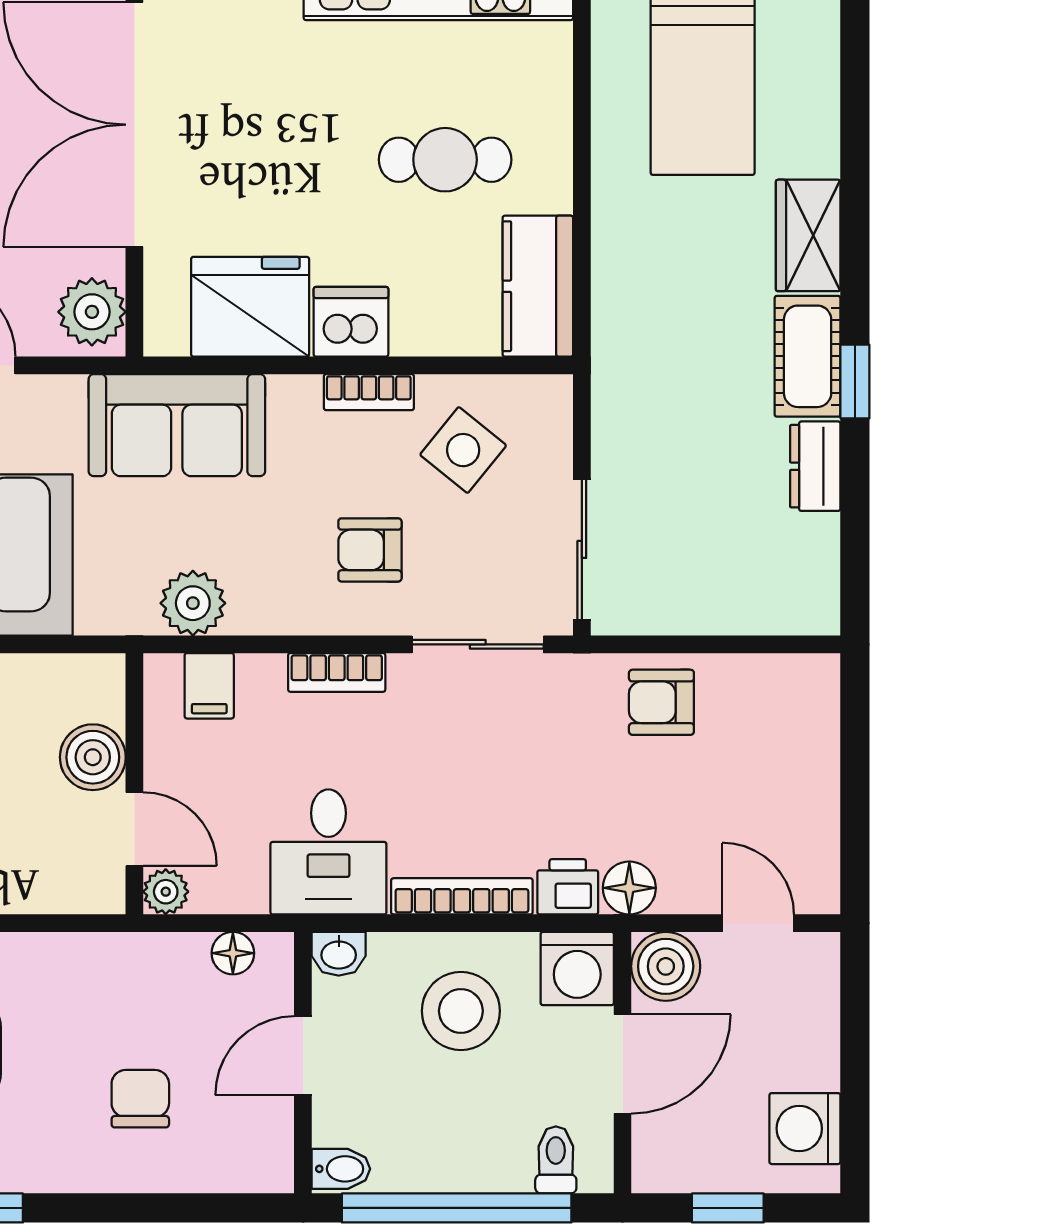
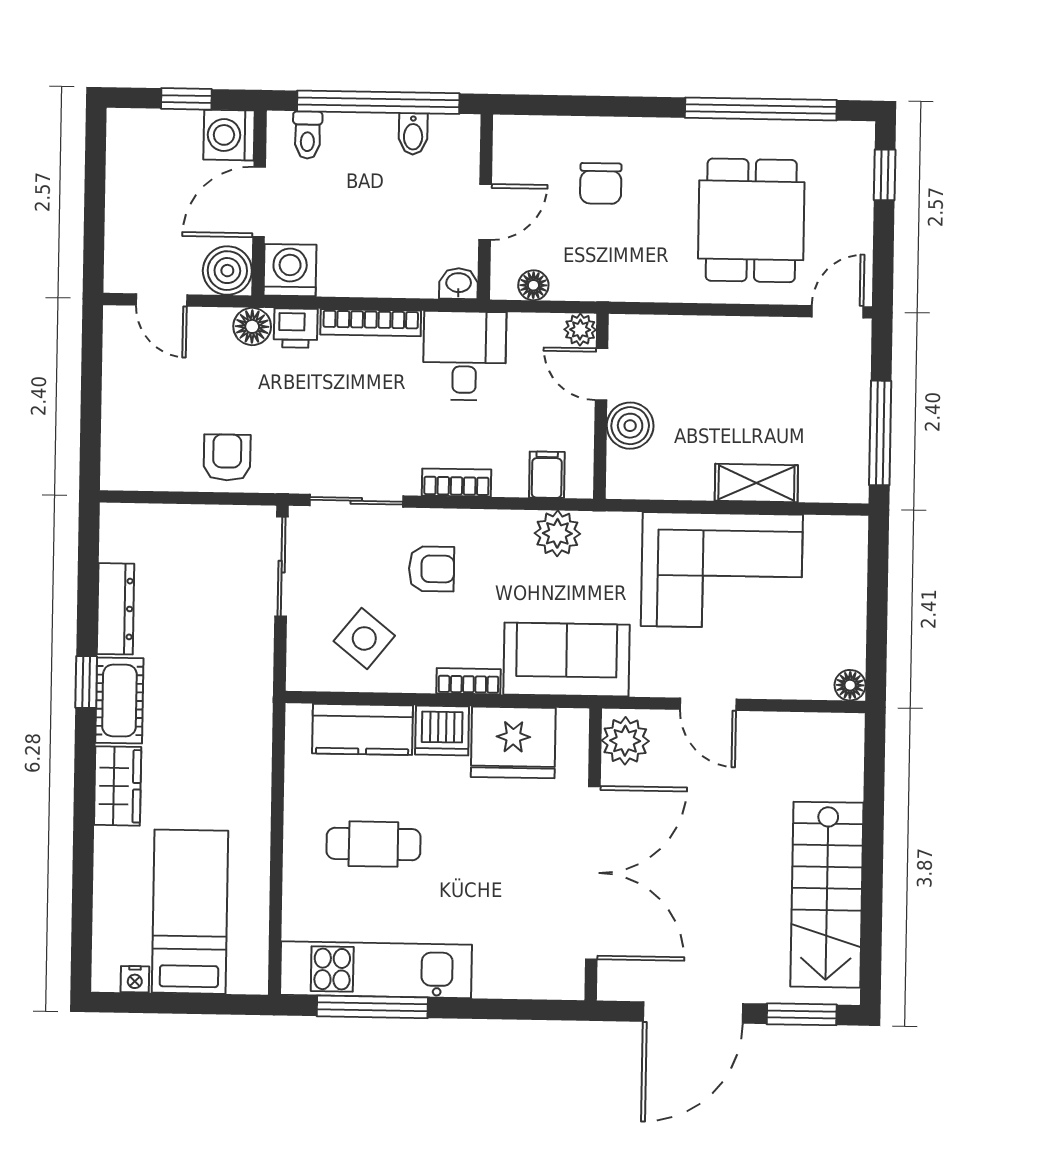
kitchen counter: (538, 286) -> (362, 729), moved, turned 90
bookcase: (369, 392) -> (469, 681), moved
dresser: (815, 466) -> (116, 609), width x1.44
armchair: (661, 702) -> (227, 457), turned -90
stool: (461, 1011) -> (373, 242), removed
washing machine: (805, 1129) -> (229, 135), moved, turned 180
bidet: (341, 1169) -> (413, 134), moved, turned -90

